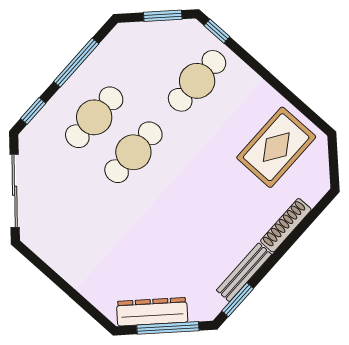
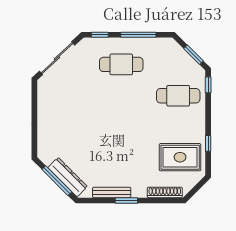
window: (290, 97) -> (208, 143), added
cafe table: (133, 152) -> (121, 96), removed
shoe rack: (286, 225) -> (165, 192), moved
window: (238, 300) -> (126, 200), moved
dresser: (152, 312) -> (68, 177), moved

